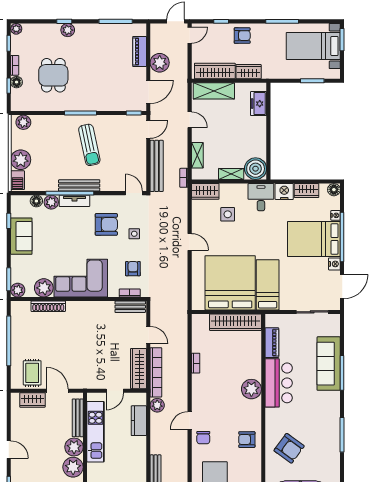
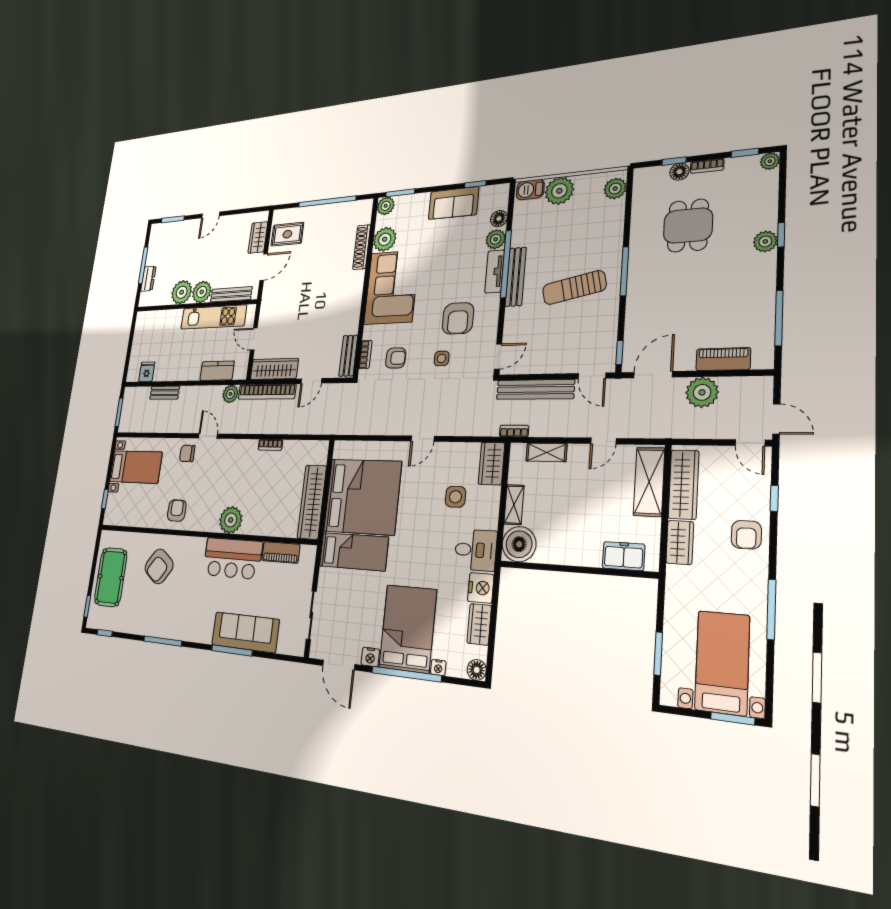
dining table: (53, 75) -> (688, 226), turned 90
door: (148, 92) -> (653, 375), swing flipped

